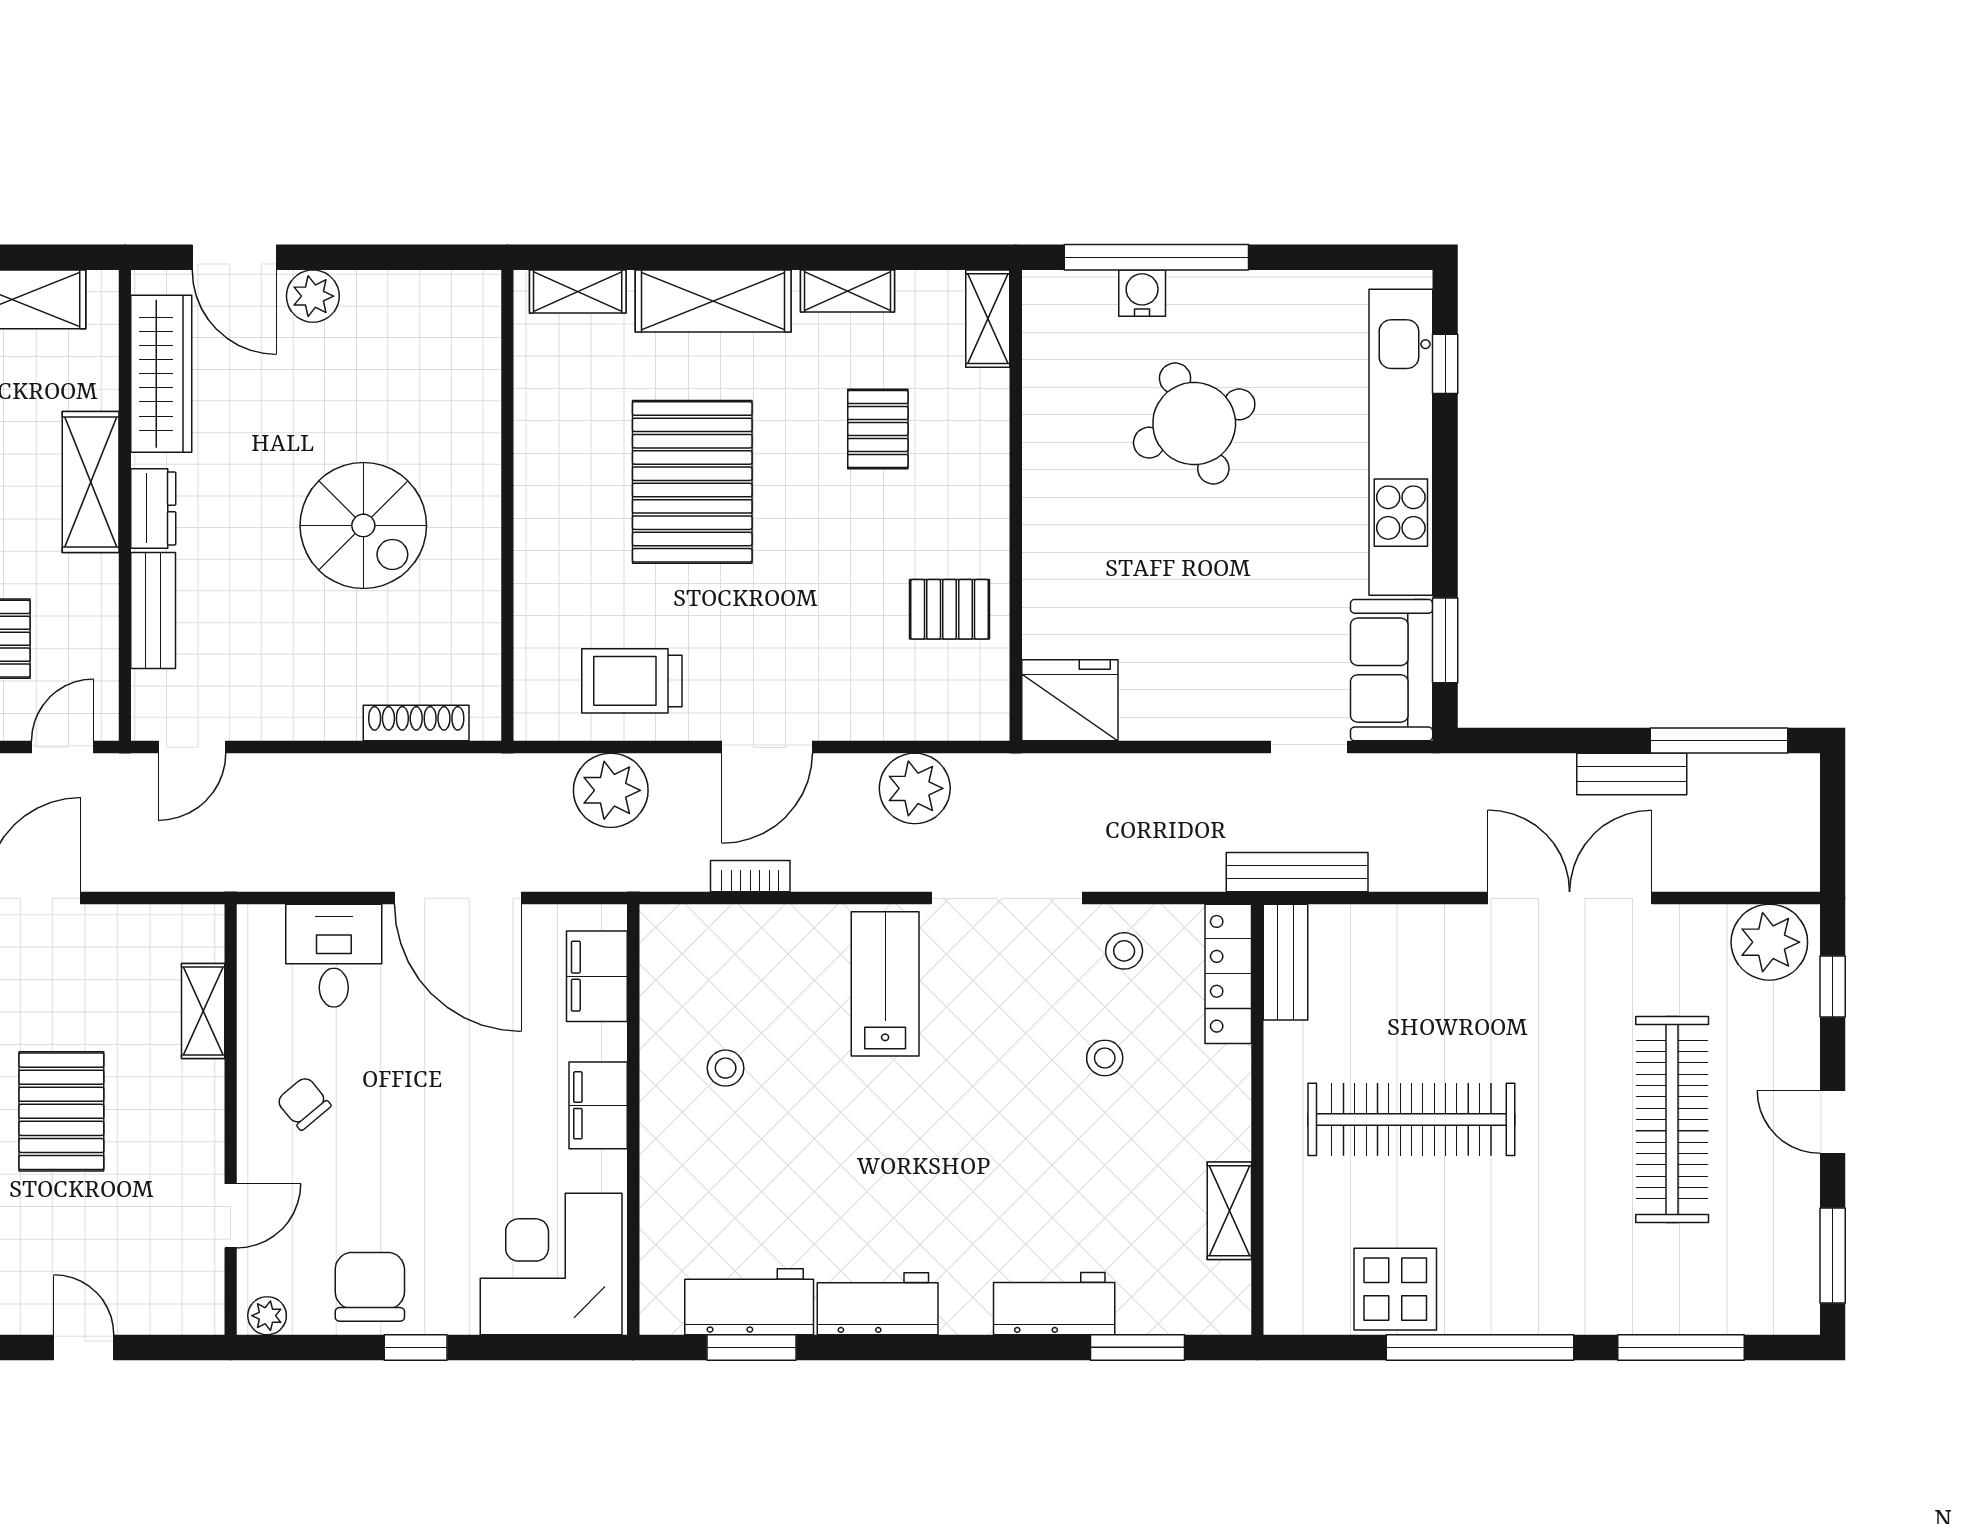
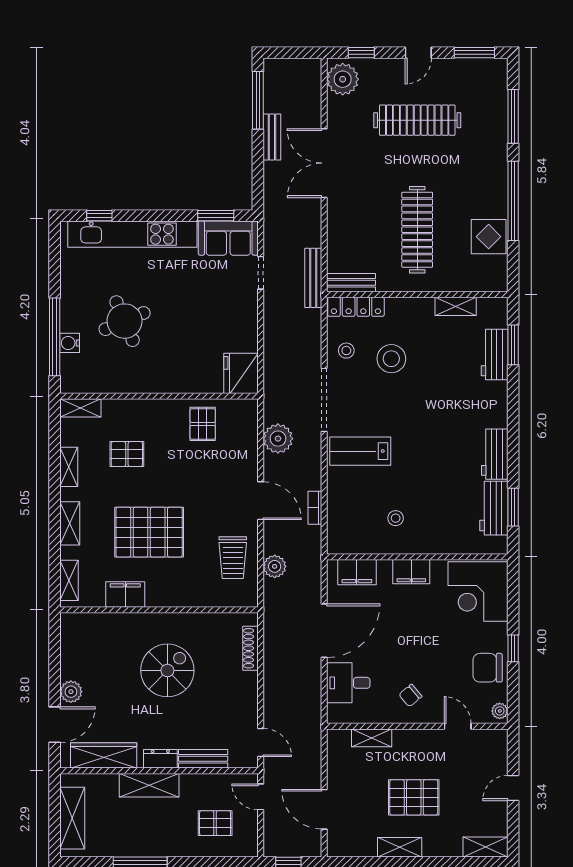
shelving: (713, 301) -> (70, 523), width x0.67, depth x0.75
filing cabinet: (544, 425) -> (125, 594), added
plant: (611, 790) -> (275, 566), width x0.73, depth x0.73
stool: (1105, 1058) -> (391, 359), width x1.89, depth x1.89
workbench: (1054, 1304) -> (495, 355), moved

